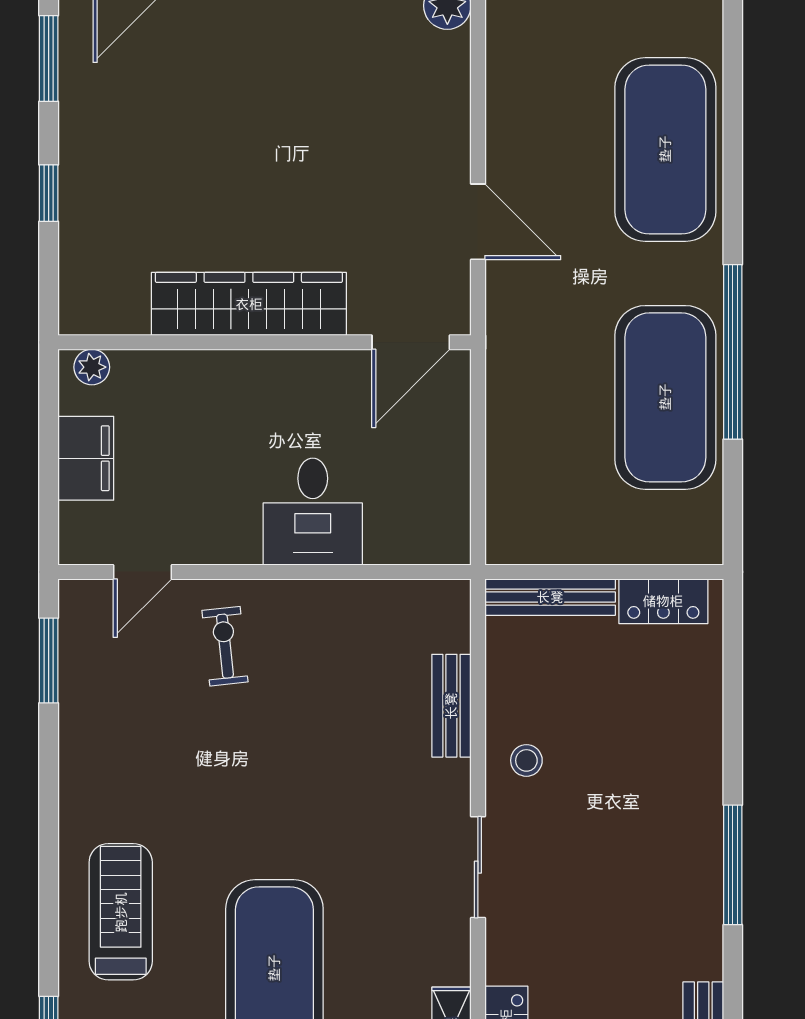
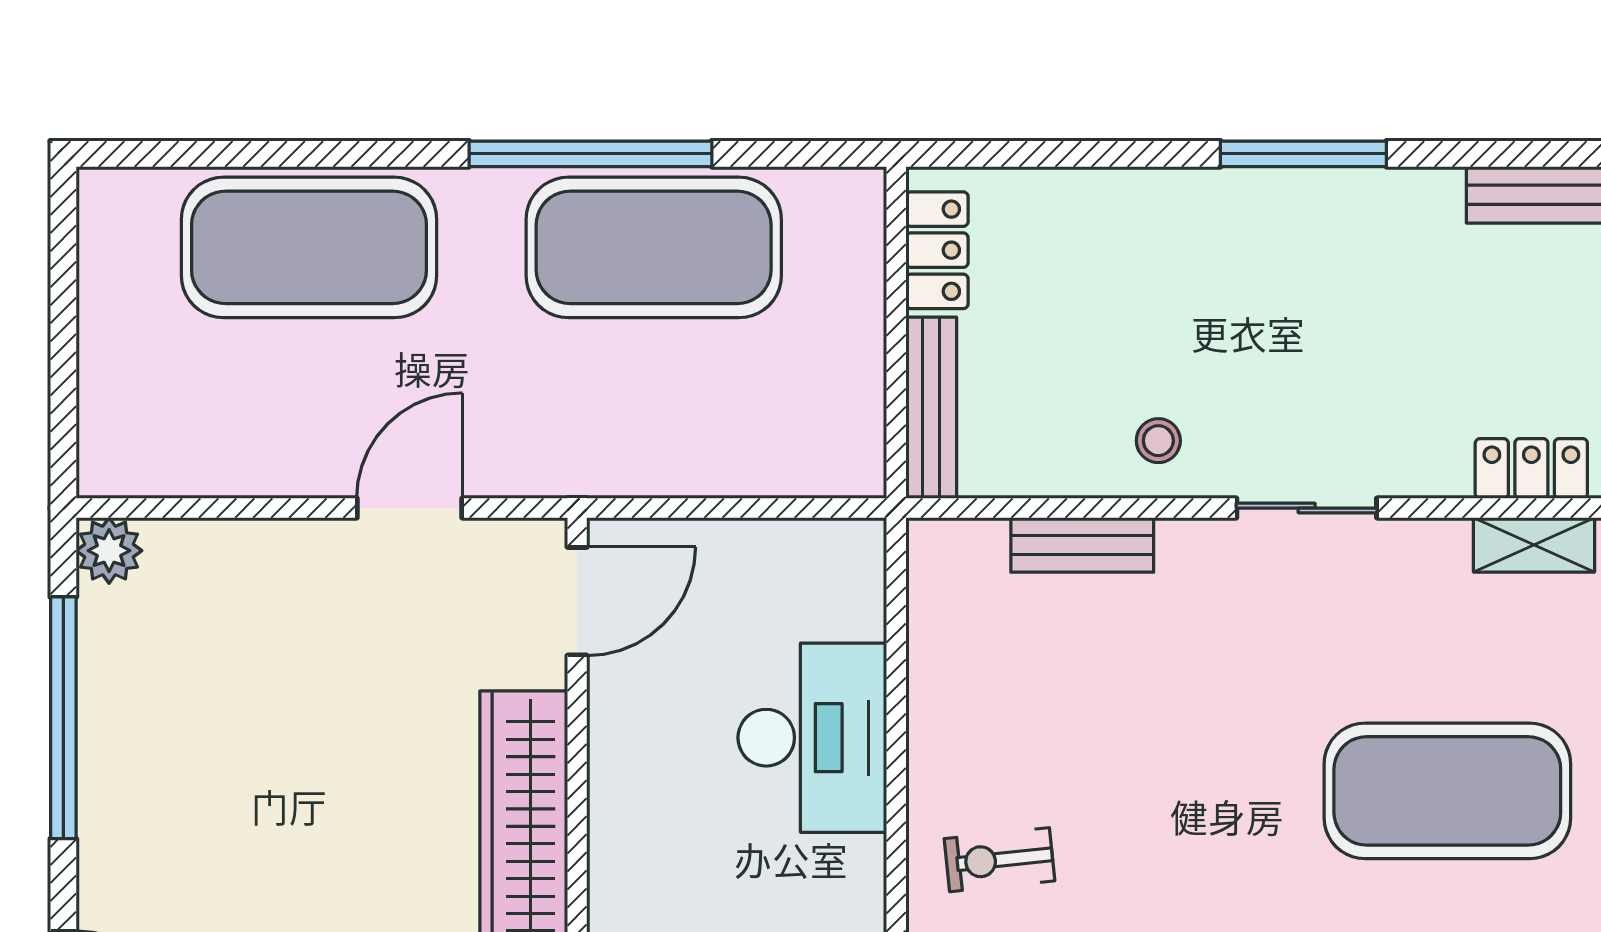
door: (411, 342) -> (577, 601), hinge flipped
desk: (313, 512) -> (812, 738), width x1.37

